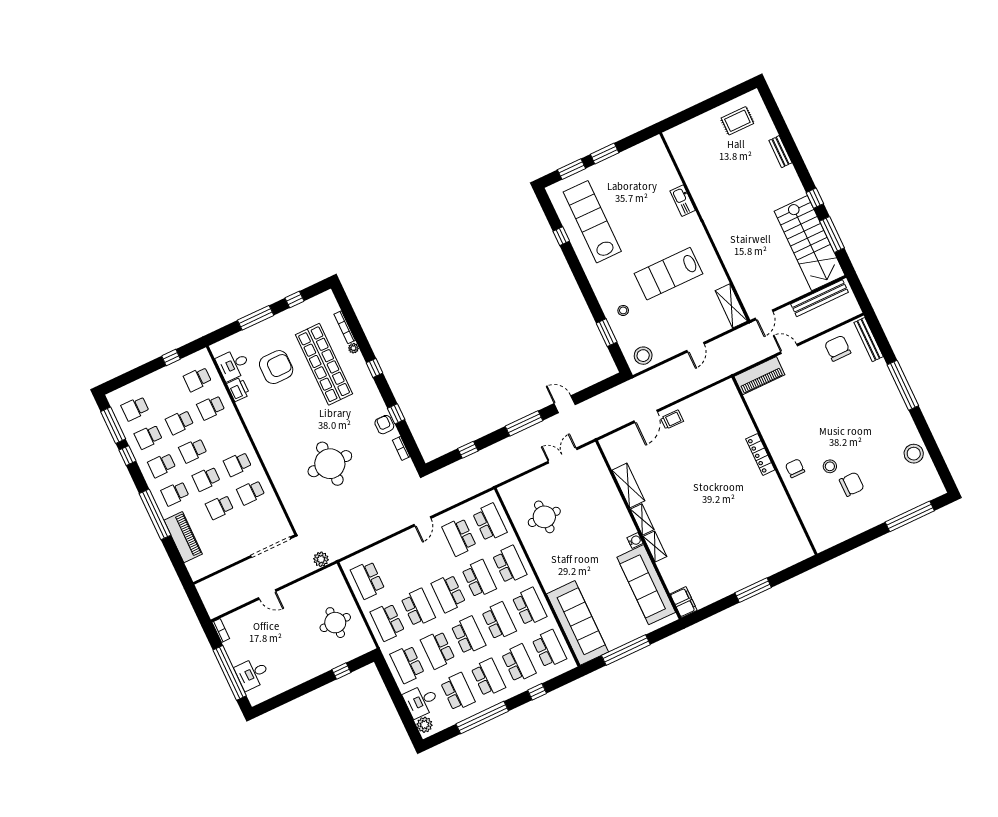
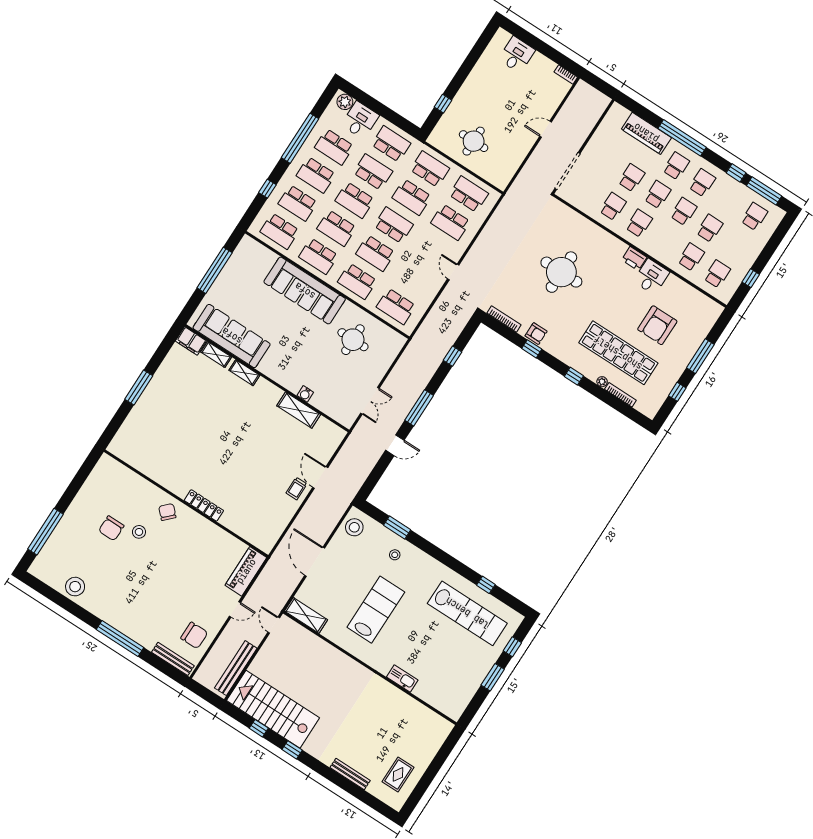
bench: (780, 152) -> (350, 774), width x1.36
window: (572, 169) -> (512, 647), width x0.67
window: (832, 235) -> (259, 728), width x0.46
door: (695, 347) -> (315, 562), width x1.87
desk: (233, 365) -> (651, 277), moved
printer: (238, 389) -> (634, 259), moved
school desk: (148, 437) -> (728, 200), removed
bookcase: (401, 448) -> (504, 319), width x1.56
chair: (795, 468) -> (167, 512), turned -135
shelving: (642, 519) -> (216, 355), moved
school desk: (459, 537) -> (451, 222), moved, turned 180
water cooler: (635, 541) -> (305, 394), moved
plant: (321, 559) -> (519, 187), removed
sofa: (577, 623) -> (305, 291), moved
window: (230, 673) -> (536, 43), removed

